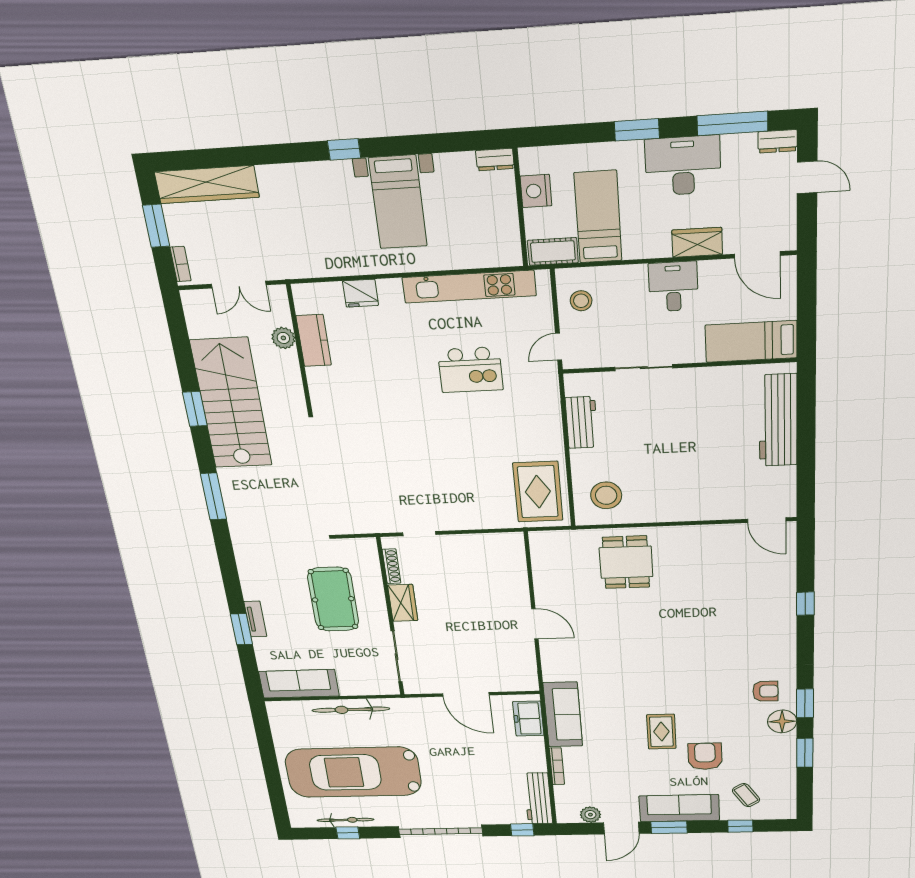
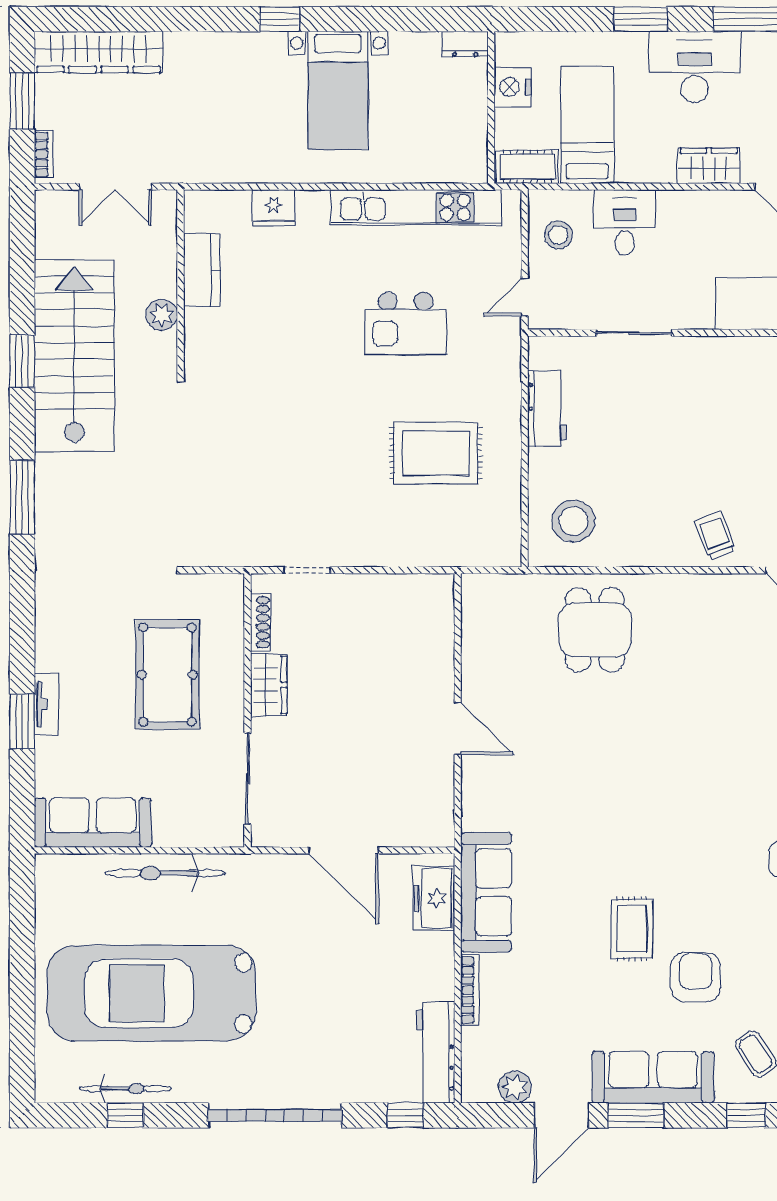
desk: (673, 287) -> (625, 223), moved
plant: (283, 338) -> (162, 315), moved
rug: (538, 492) -> (436, 453), moved, turned 90
trolley: (710, 501) -> (715, 536), added

